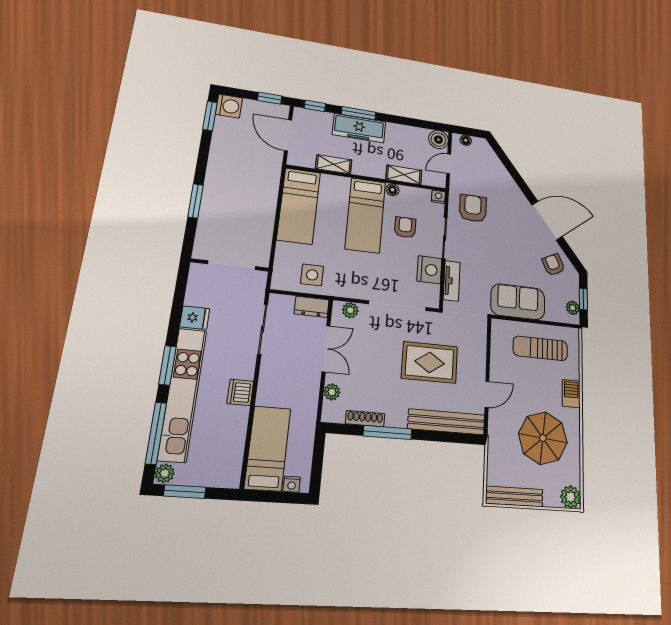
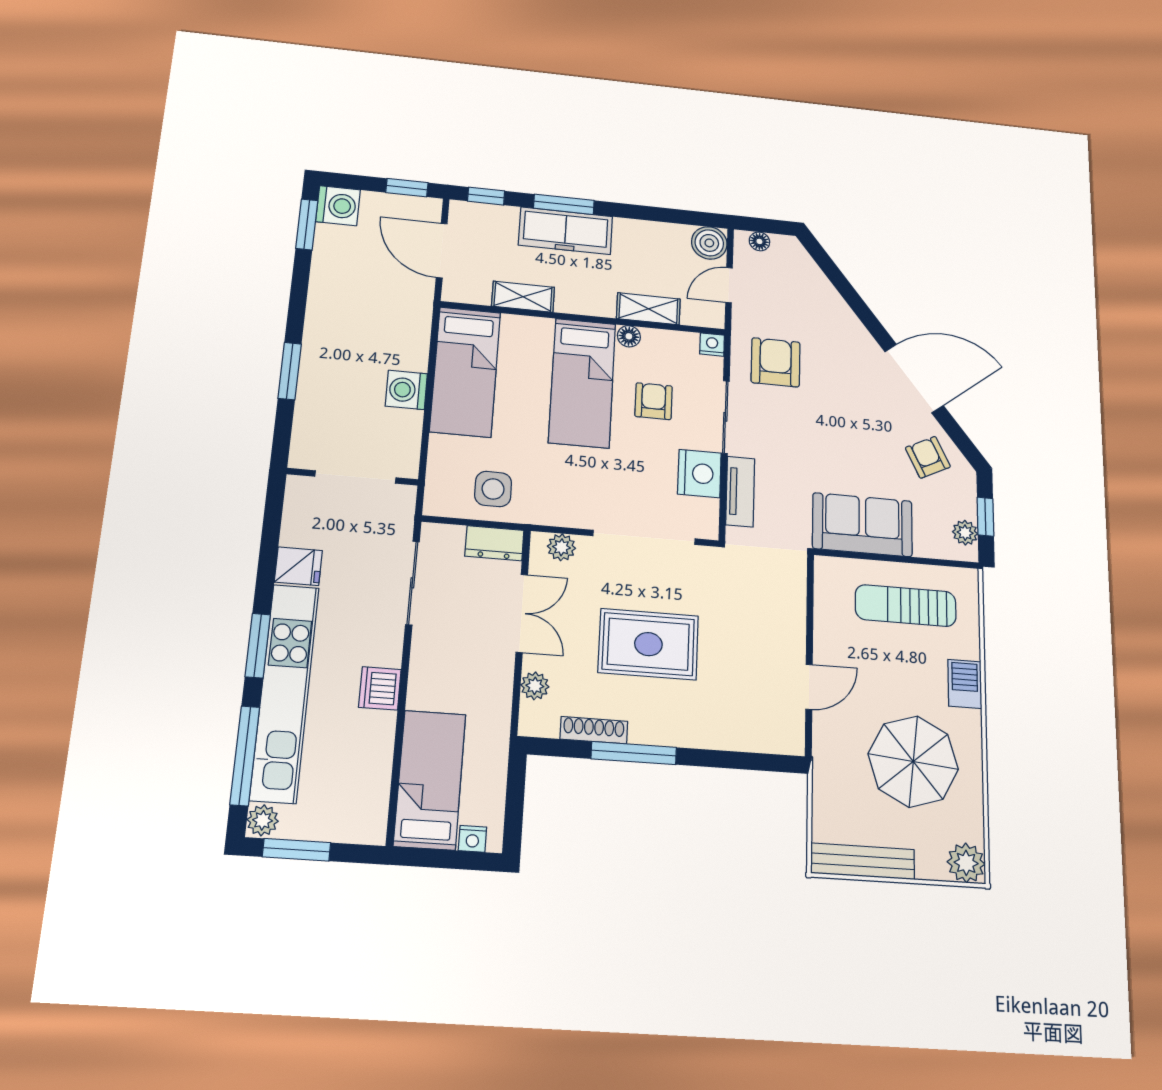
washing machine: (264, 215) -> (406, 390), added
rug: (430, 362) -> (648, 644), moved
bench: (446, 422) -> (737, 735), removed

